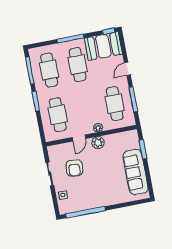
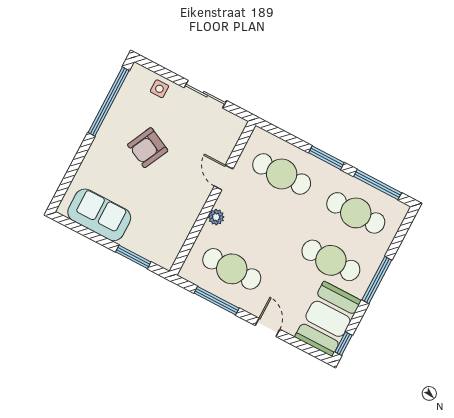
plant: (98, 143) -> (195, 200), removed
armchair: (74, 168) -> (148, 148), moved, turned -69
sofa: (136, 172) -> (99, 215), width x0.73

